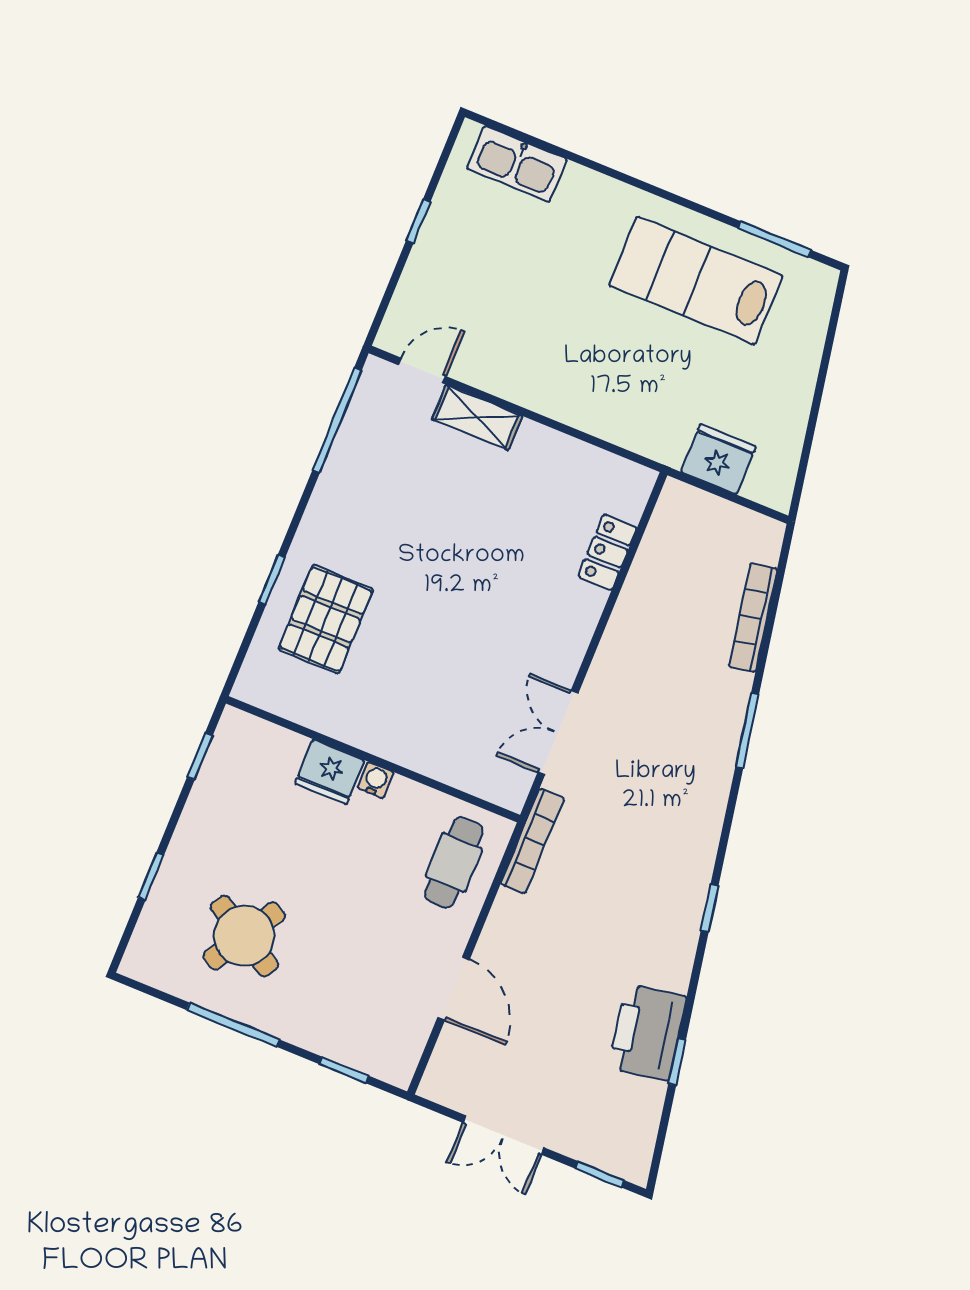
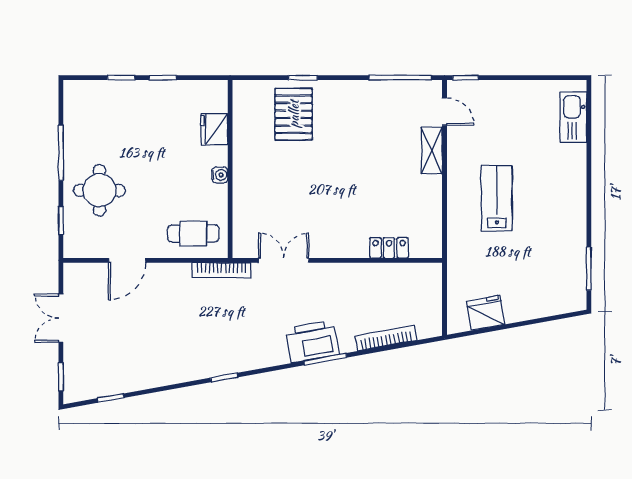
window: (418, 221) -> (465, 78), moved
lab bench: (696, 280) -> (497, 198), moved, width x0.73, depth x0.72
fridge: (718, 459) -> (486, 313), moved, turned -100
pallet: (326, 619) -> (294, 114), turned 90
window: (200, 756) -> (163, 78), moved
fridge: (330, 772) -> (214, 129), moved
round table: (244, 936) -> (99, 190), moved, turned -31
printer: (647, 1032) -> (312, 341), moved
window: (677, 1062) -> (111, 398), moved

